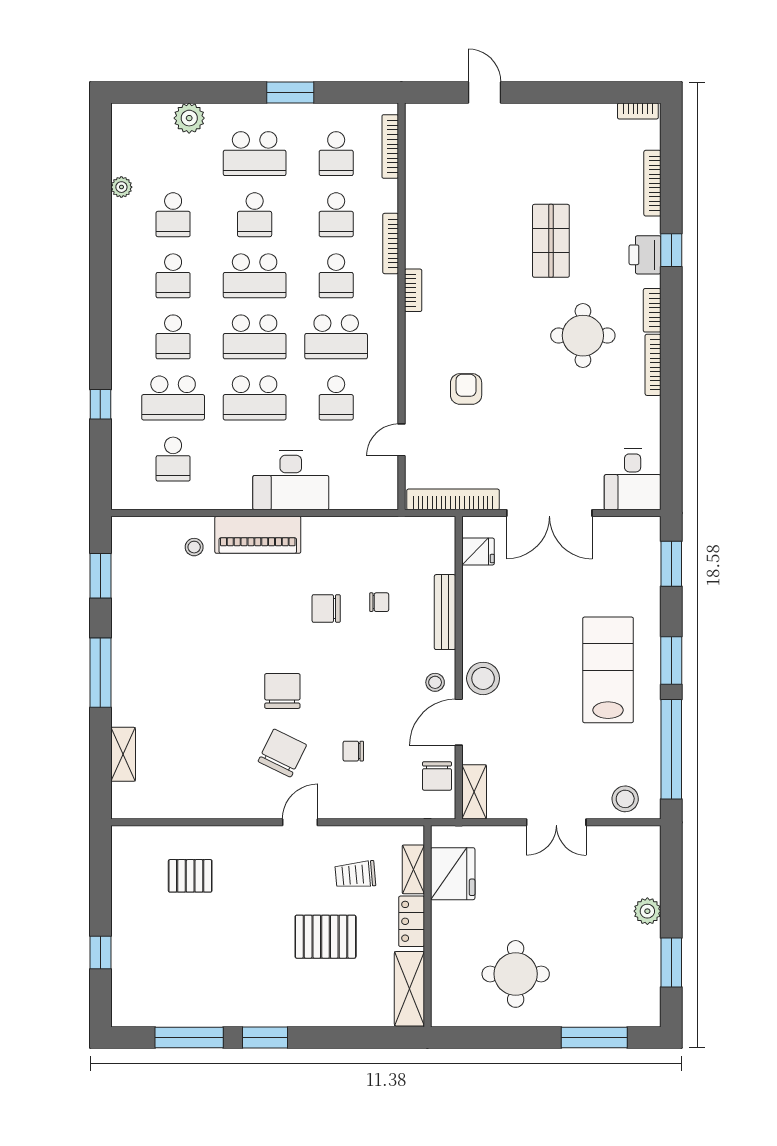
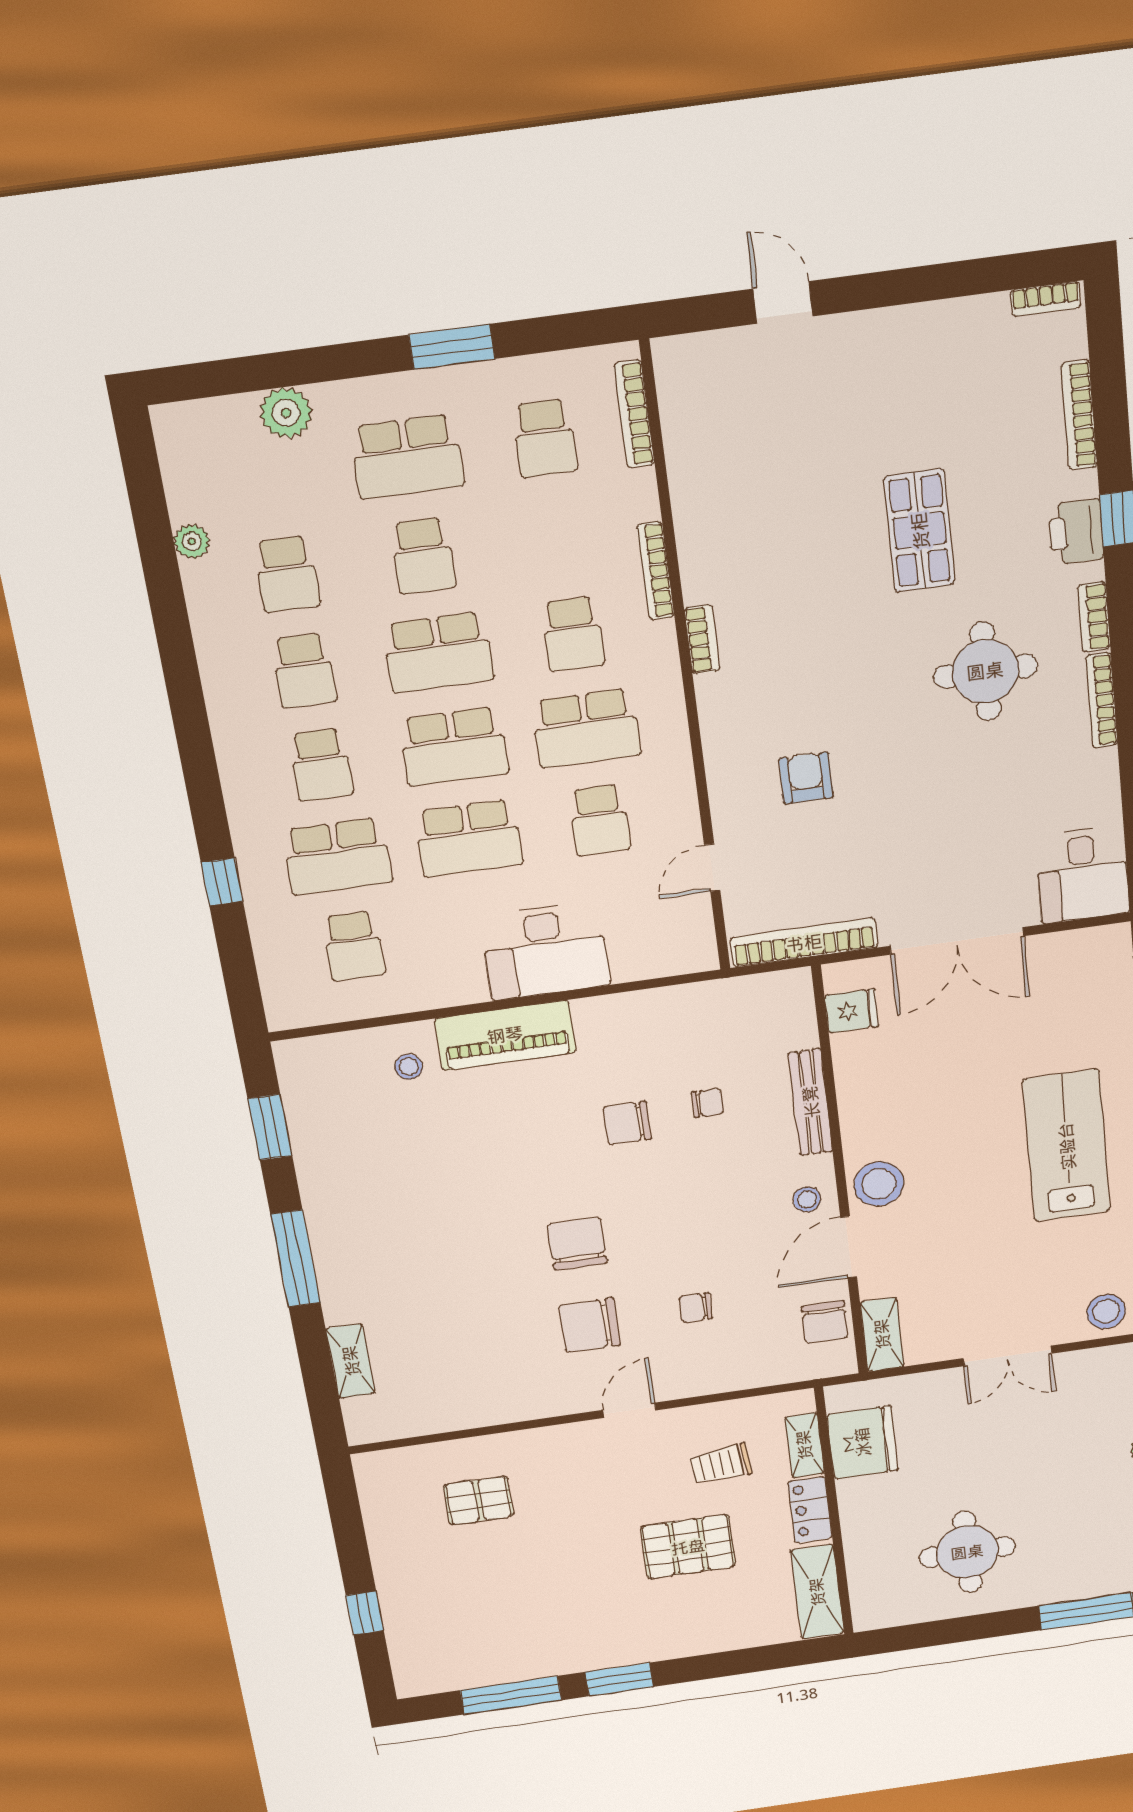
school desk: (336, 215) -> (559, 537), removed
chair: (282, 753) -> (590, 1325), turned -116

